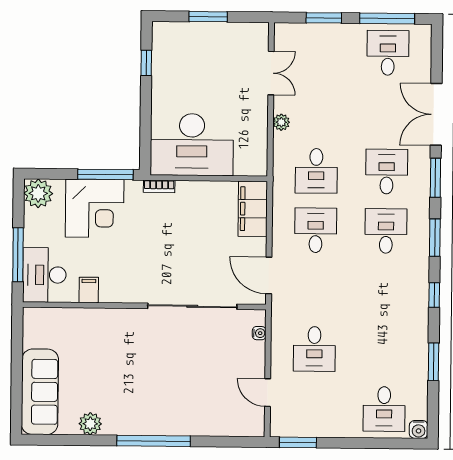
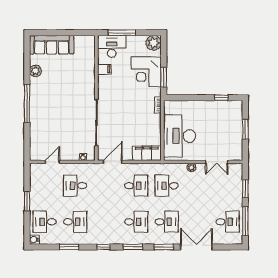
desk: (192, 145) -> (179, 136), moved
window: (105, 174) -> (164, 77), width x0.69
desk: (385, 350) -> (75, 222), added
window: (298, 442) -> (27, 201), moved

